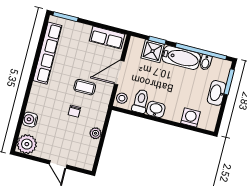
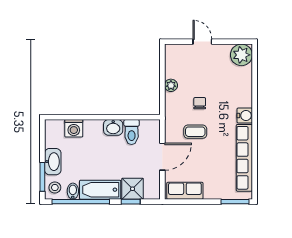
stool: (122, 98) -> (55, 188), moved
water cooler: (30, 120) -> (245, 115), moved

